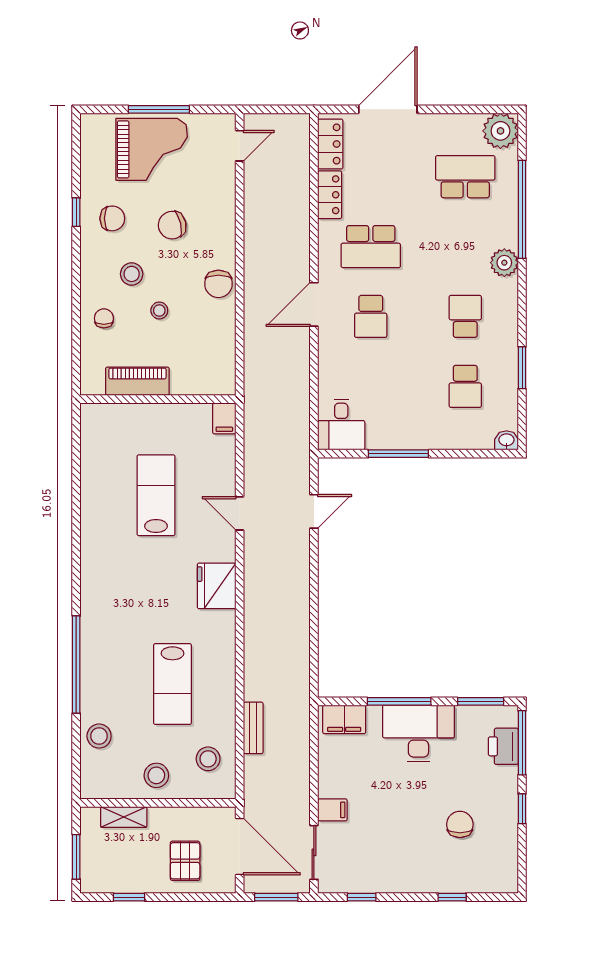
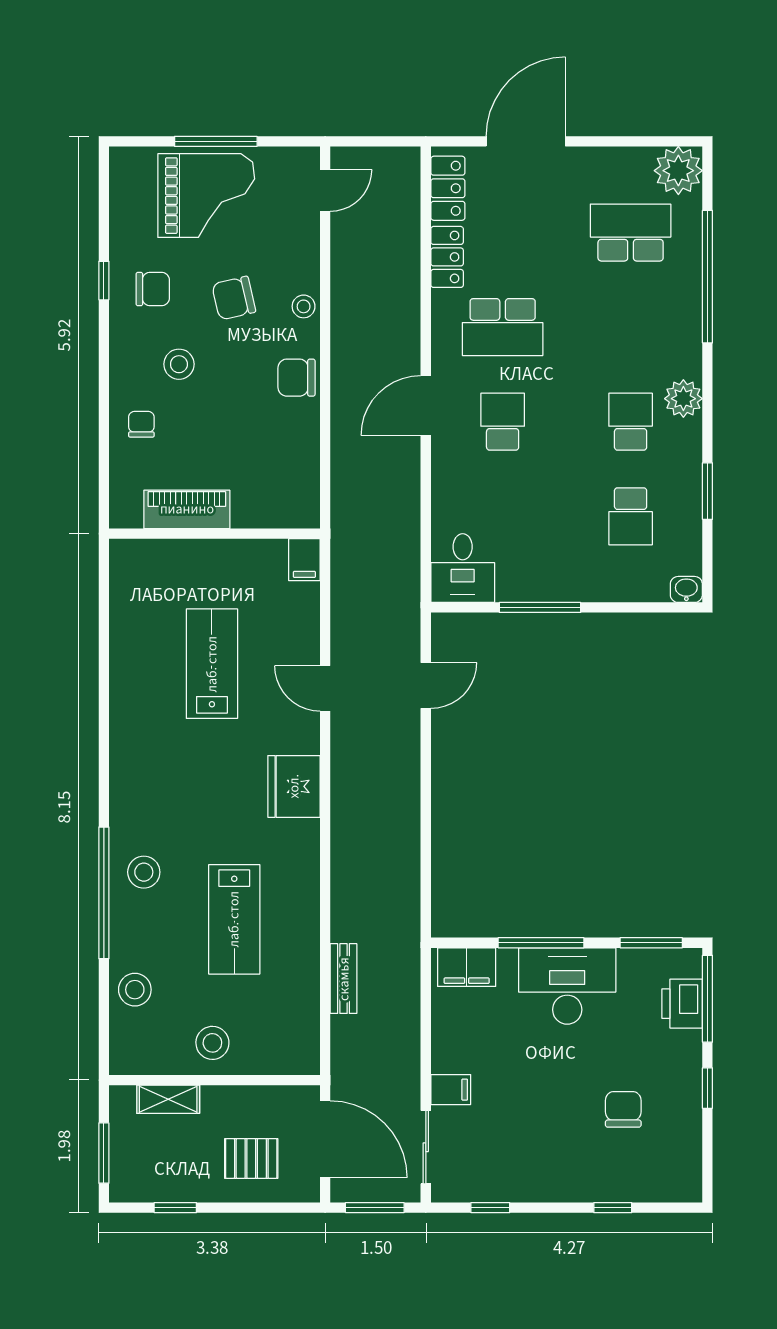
plant: (504, 263) -> (683, 399), moved
chair: (218, 284) -> (297, 378), turned 90
stool: (159, 310) -> (304, 306), moved
school desk: (371, 316) -> (503, 422), turned 180
stool: (208, 759) -> (144, 872), moved
pallet: (185, 861) -> (251, 1159), turned 90

